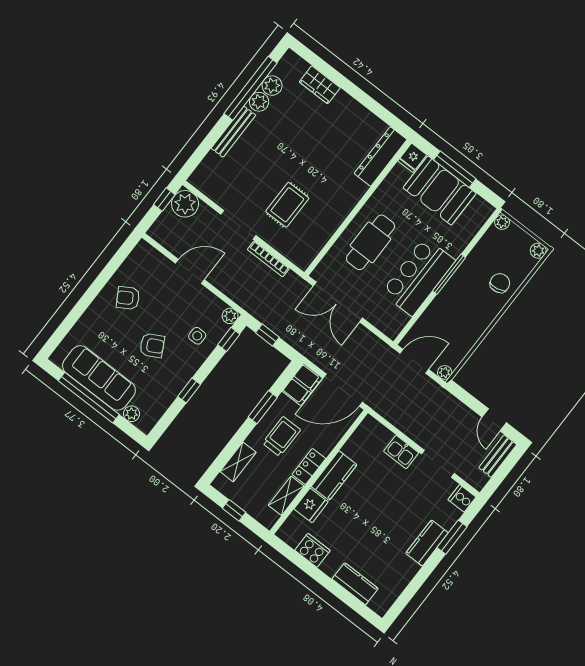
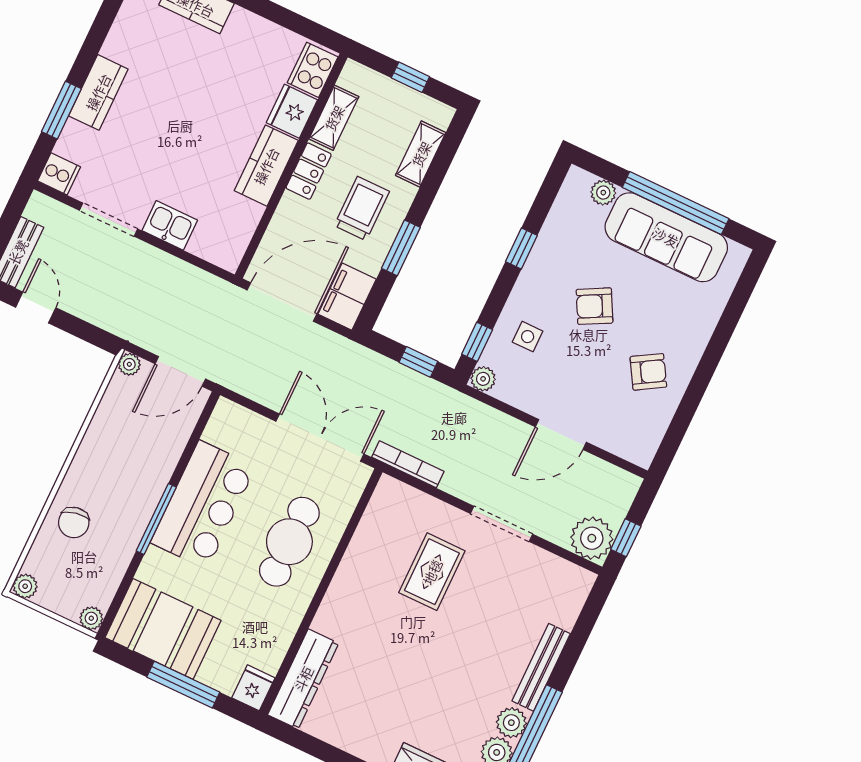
booth: (440, 191) -> (163, 629), moved
bookcase: (268, 259) -> (408, 464), moved
trolley: (281, 436) -> (362, 209), turned 180
cooker: (312, 550) -> (313, 70), moved, turned 90

